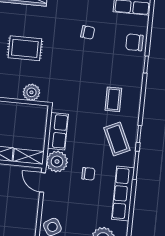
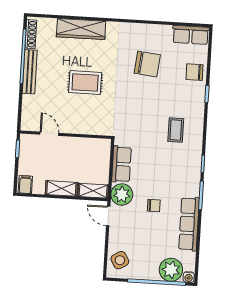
chair: (88, 32) -> (147, 64), width x1.87, depth x1.87
plant: (31, 92) -> (93, 126), removed
coffee table: (117, 139) -> (181, 170), removed

